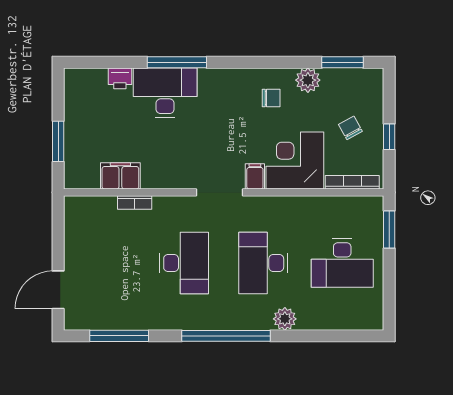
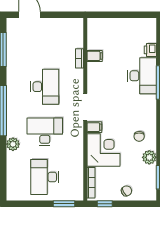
chair: (350, 128) -> (126, 191), moved
window: (389, 137) -> (105, 204), moved
window: (58, 141) -> (114, 15), removed
filing cabinet: (120, 176) -> (95, 56), width x0.50
desk: (184, 263) -> (45, 87), turned -90

